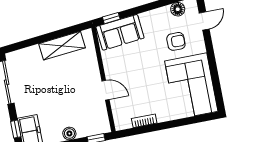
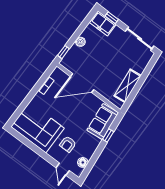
window: (111, 18) -> (108, 135), moved
door: (105, 90) -> (82, 83), width x1.87

